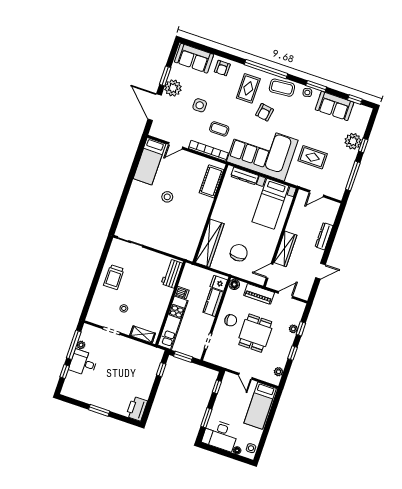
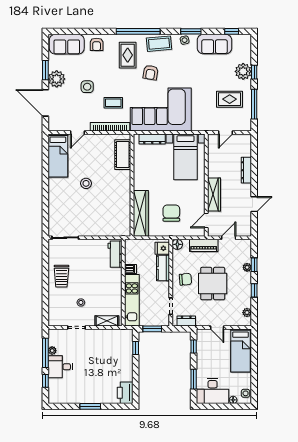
rug: (313, 157) -> (230, 99), moved
dresser: (218, 360) -> (186, 321), added

